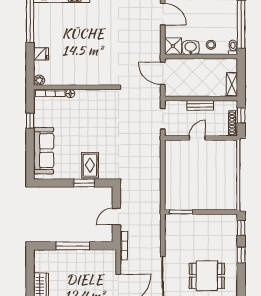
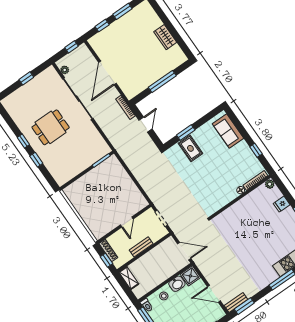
sofa: (44, 151) -> (228, 131), width x0.73
window: (241, 228) -> (23, 141), moved

